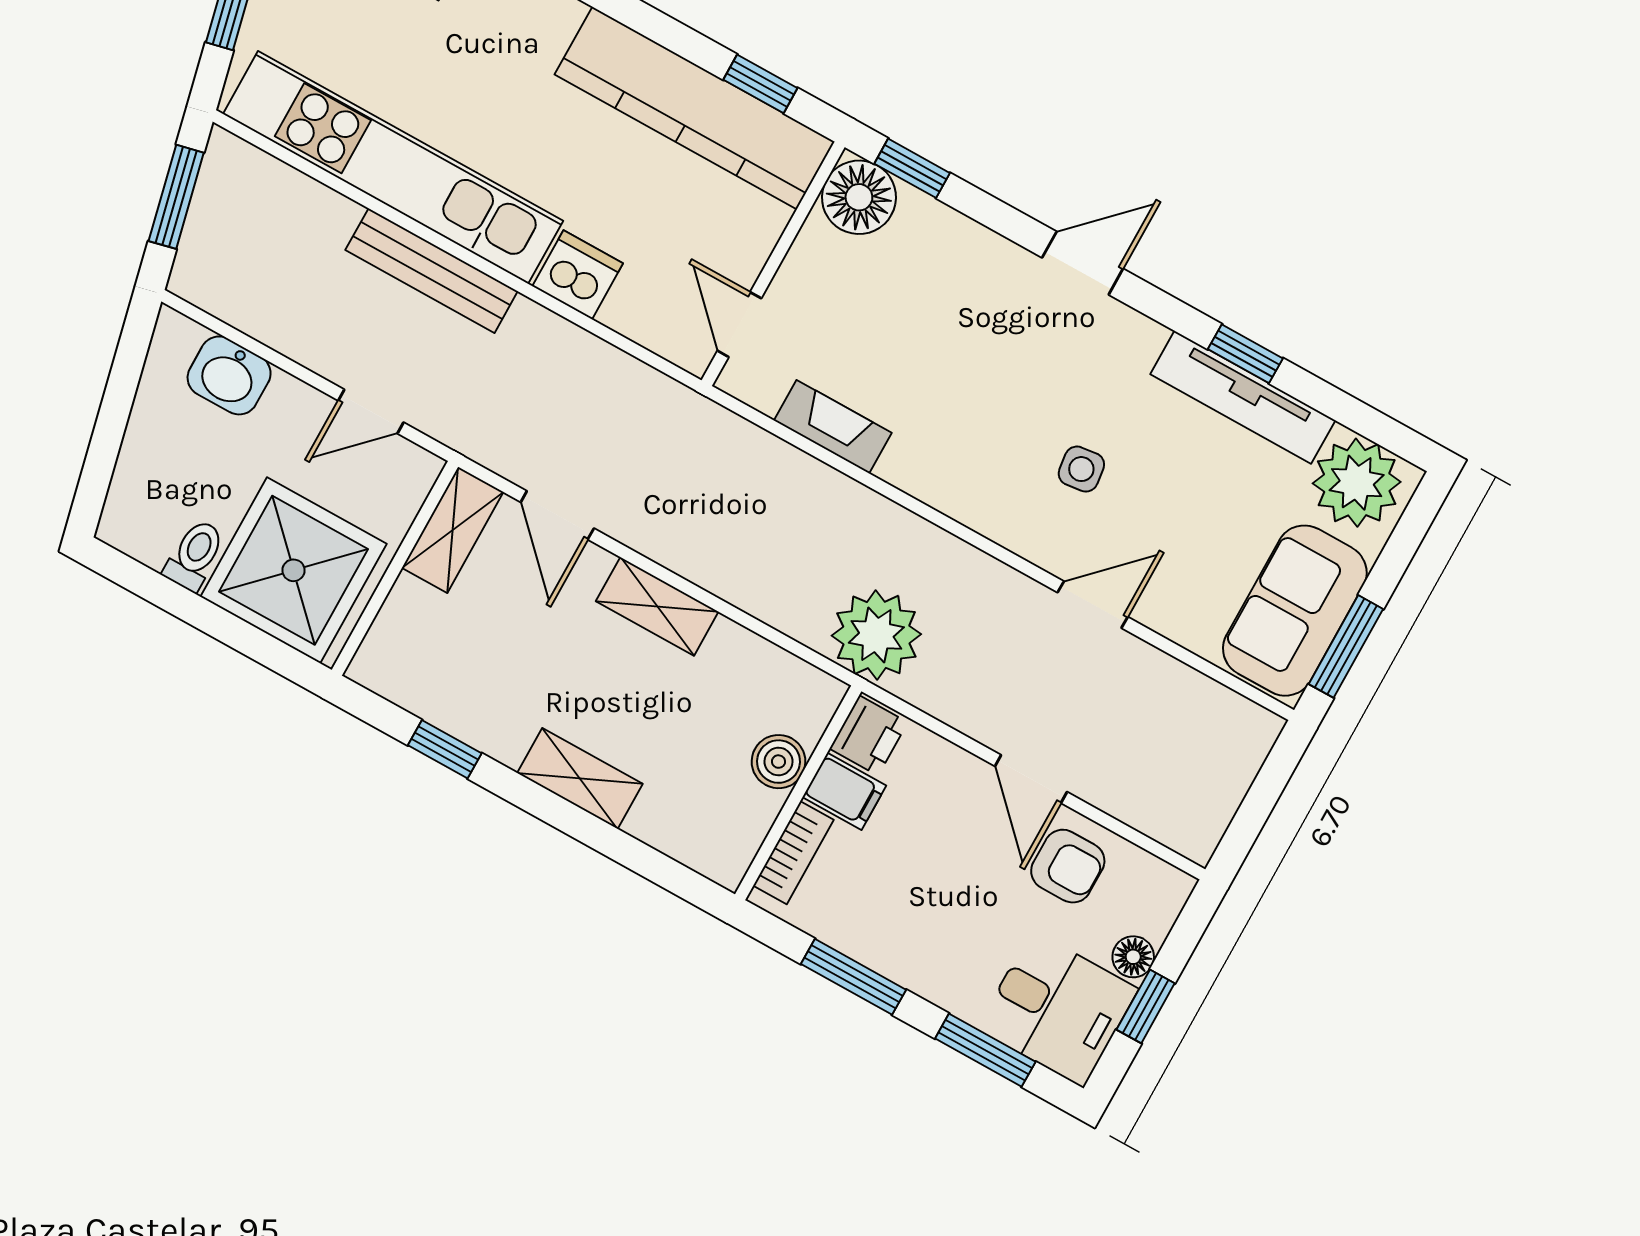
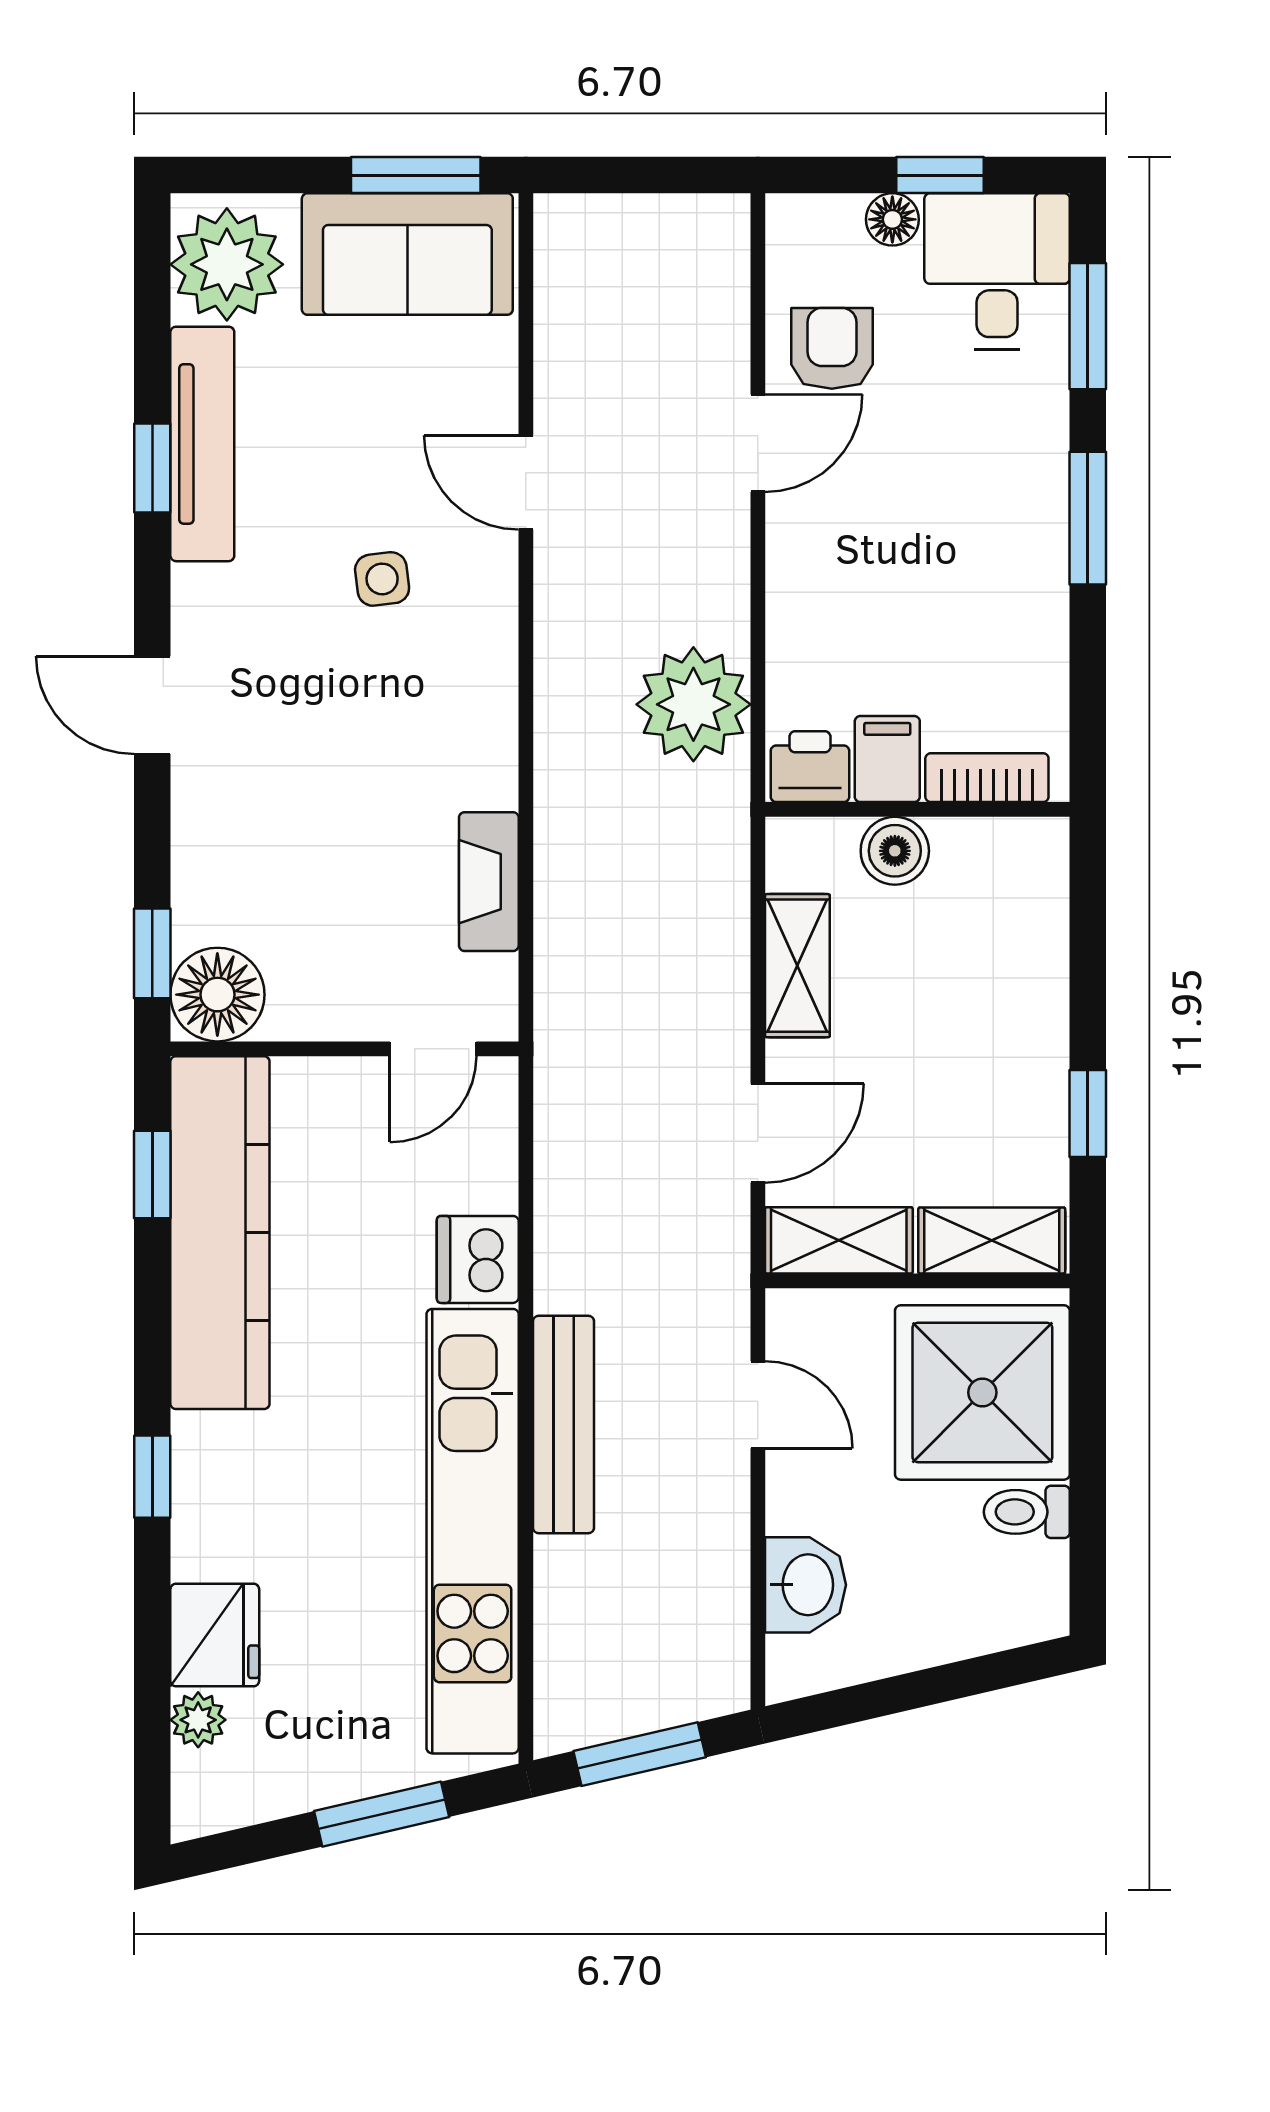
printer: (869, 735) -> (810, 767), moved
boiler: (779, 762) -> (895, 851), moved
shelving: (580, 779) -> (992, 1241), moved, turned 90
filing cabinet: (844, 791) -> (887, 759), moved
wall: (798, 793) -> (917, 809), moved
bookcase: (794, 853) -> (987, 778), moved

